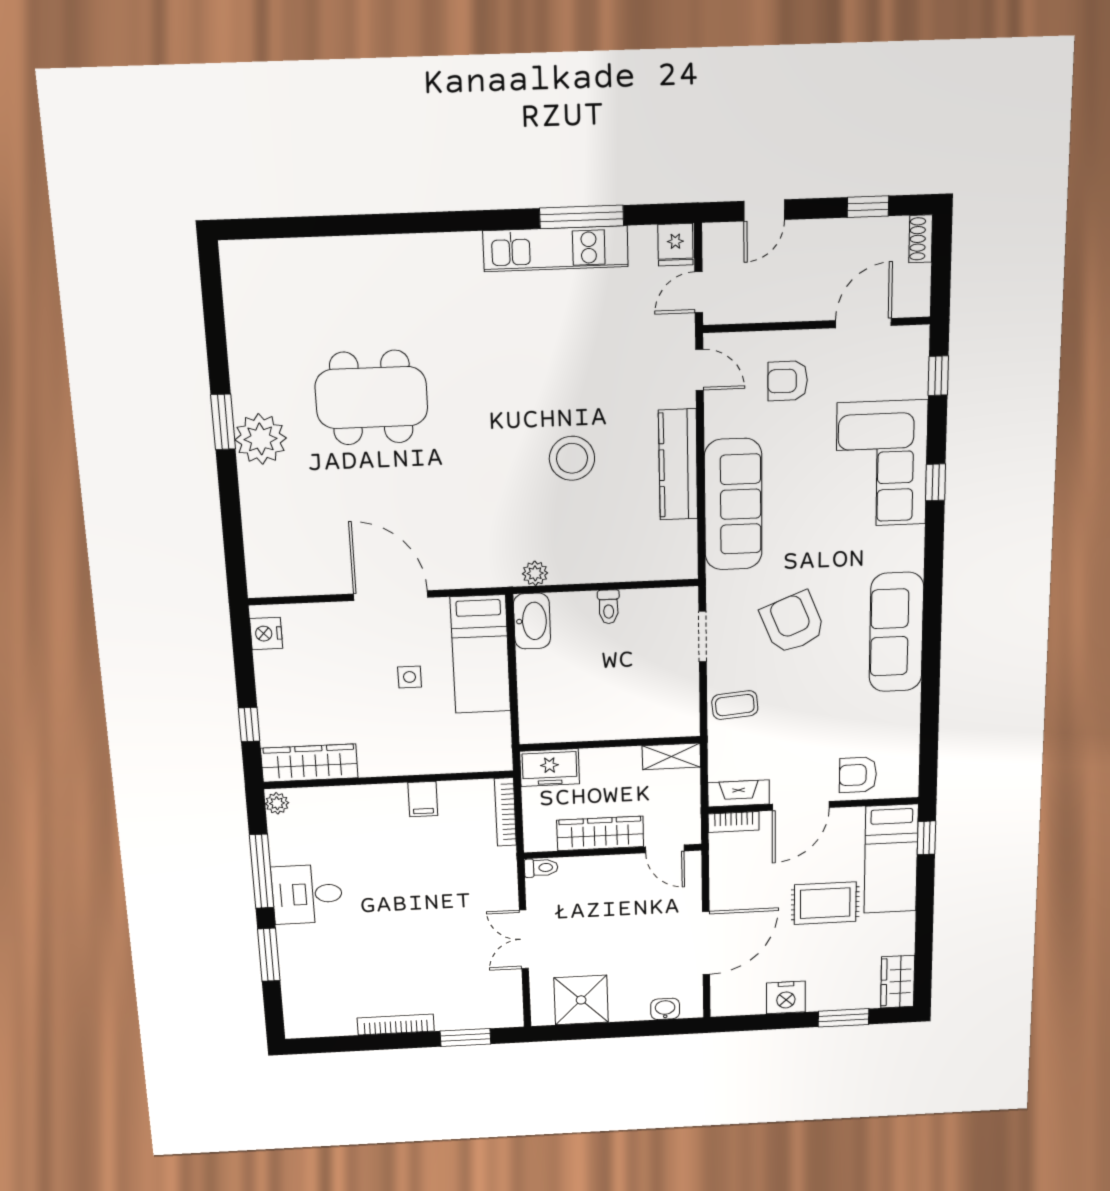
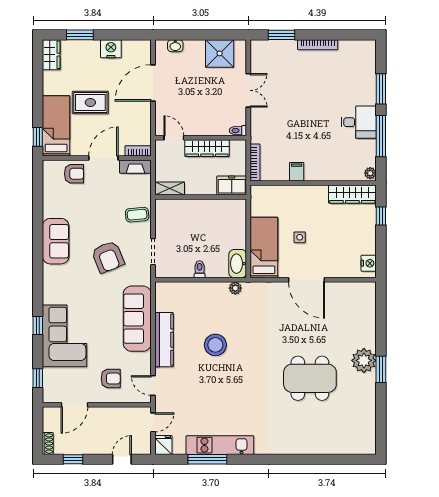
sofa: (896, 632) -> (56, 241), width x0.73

